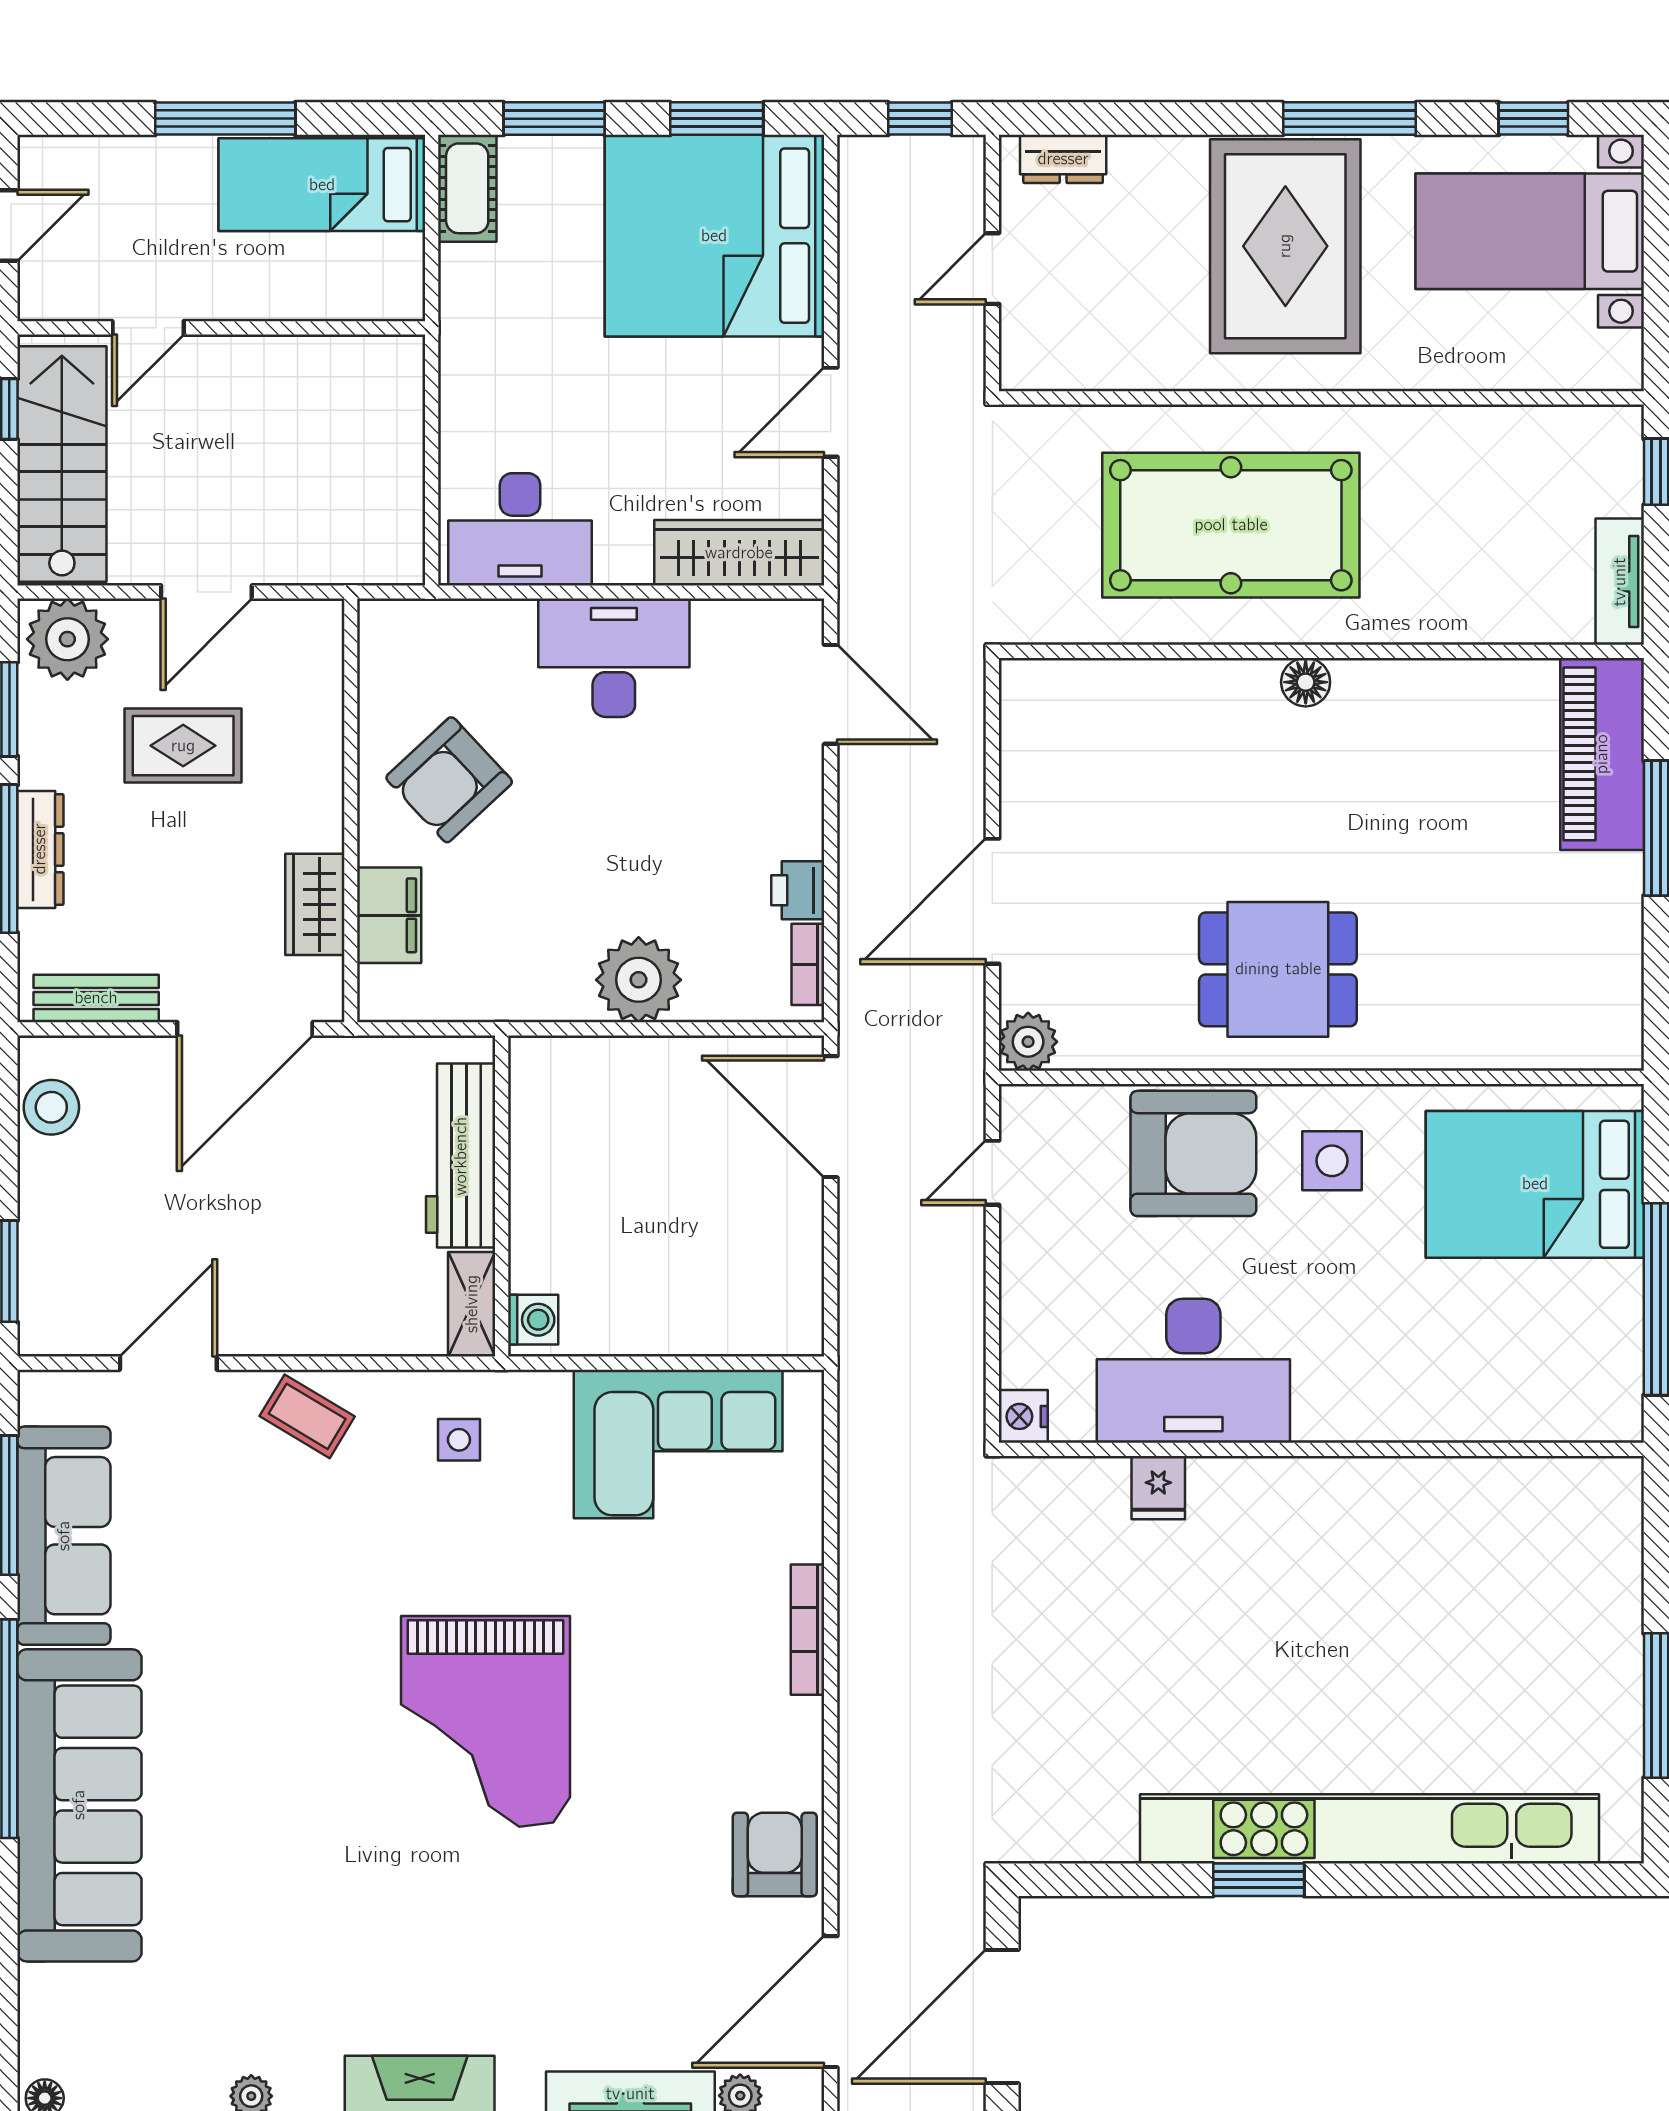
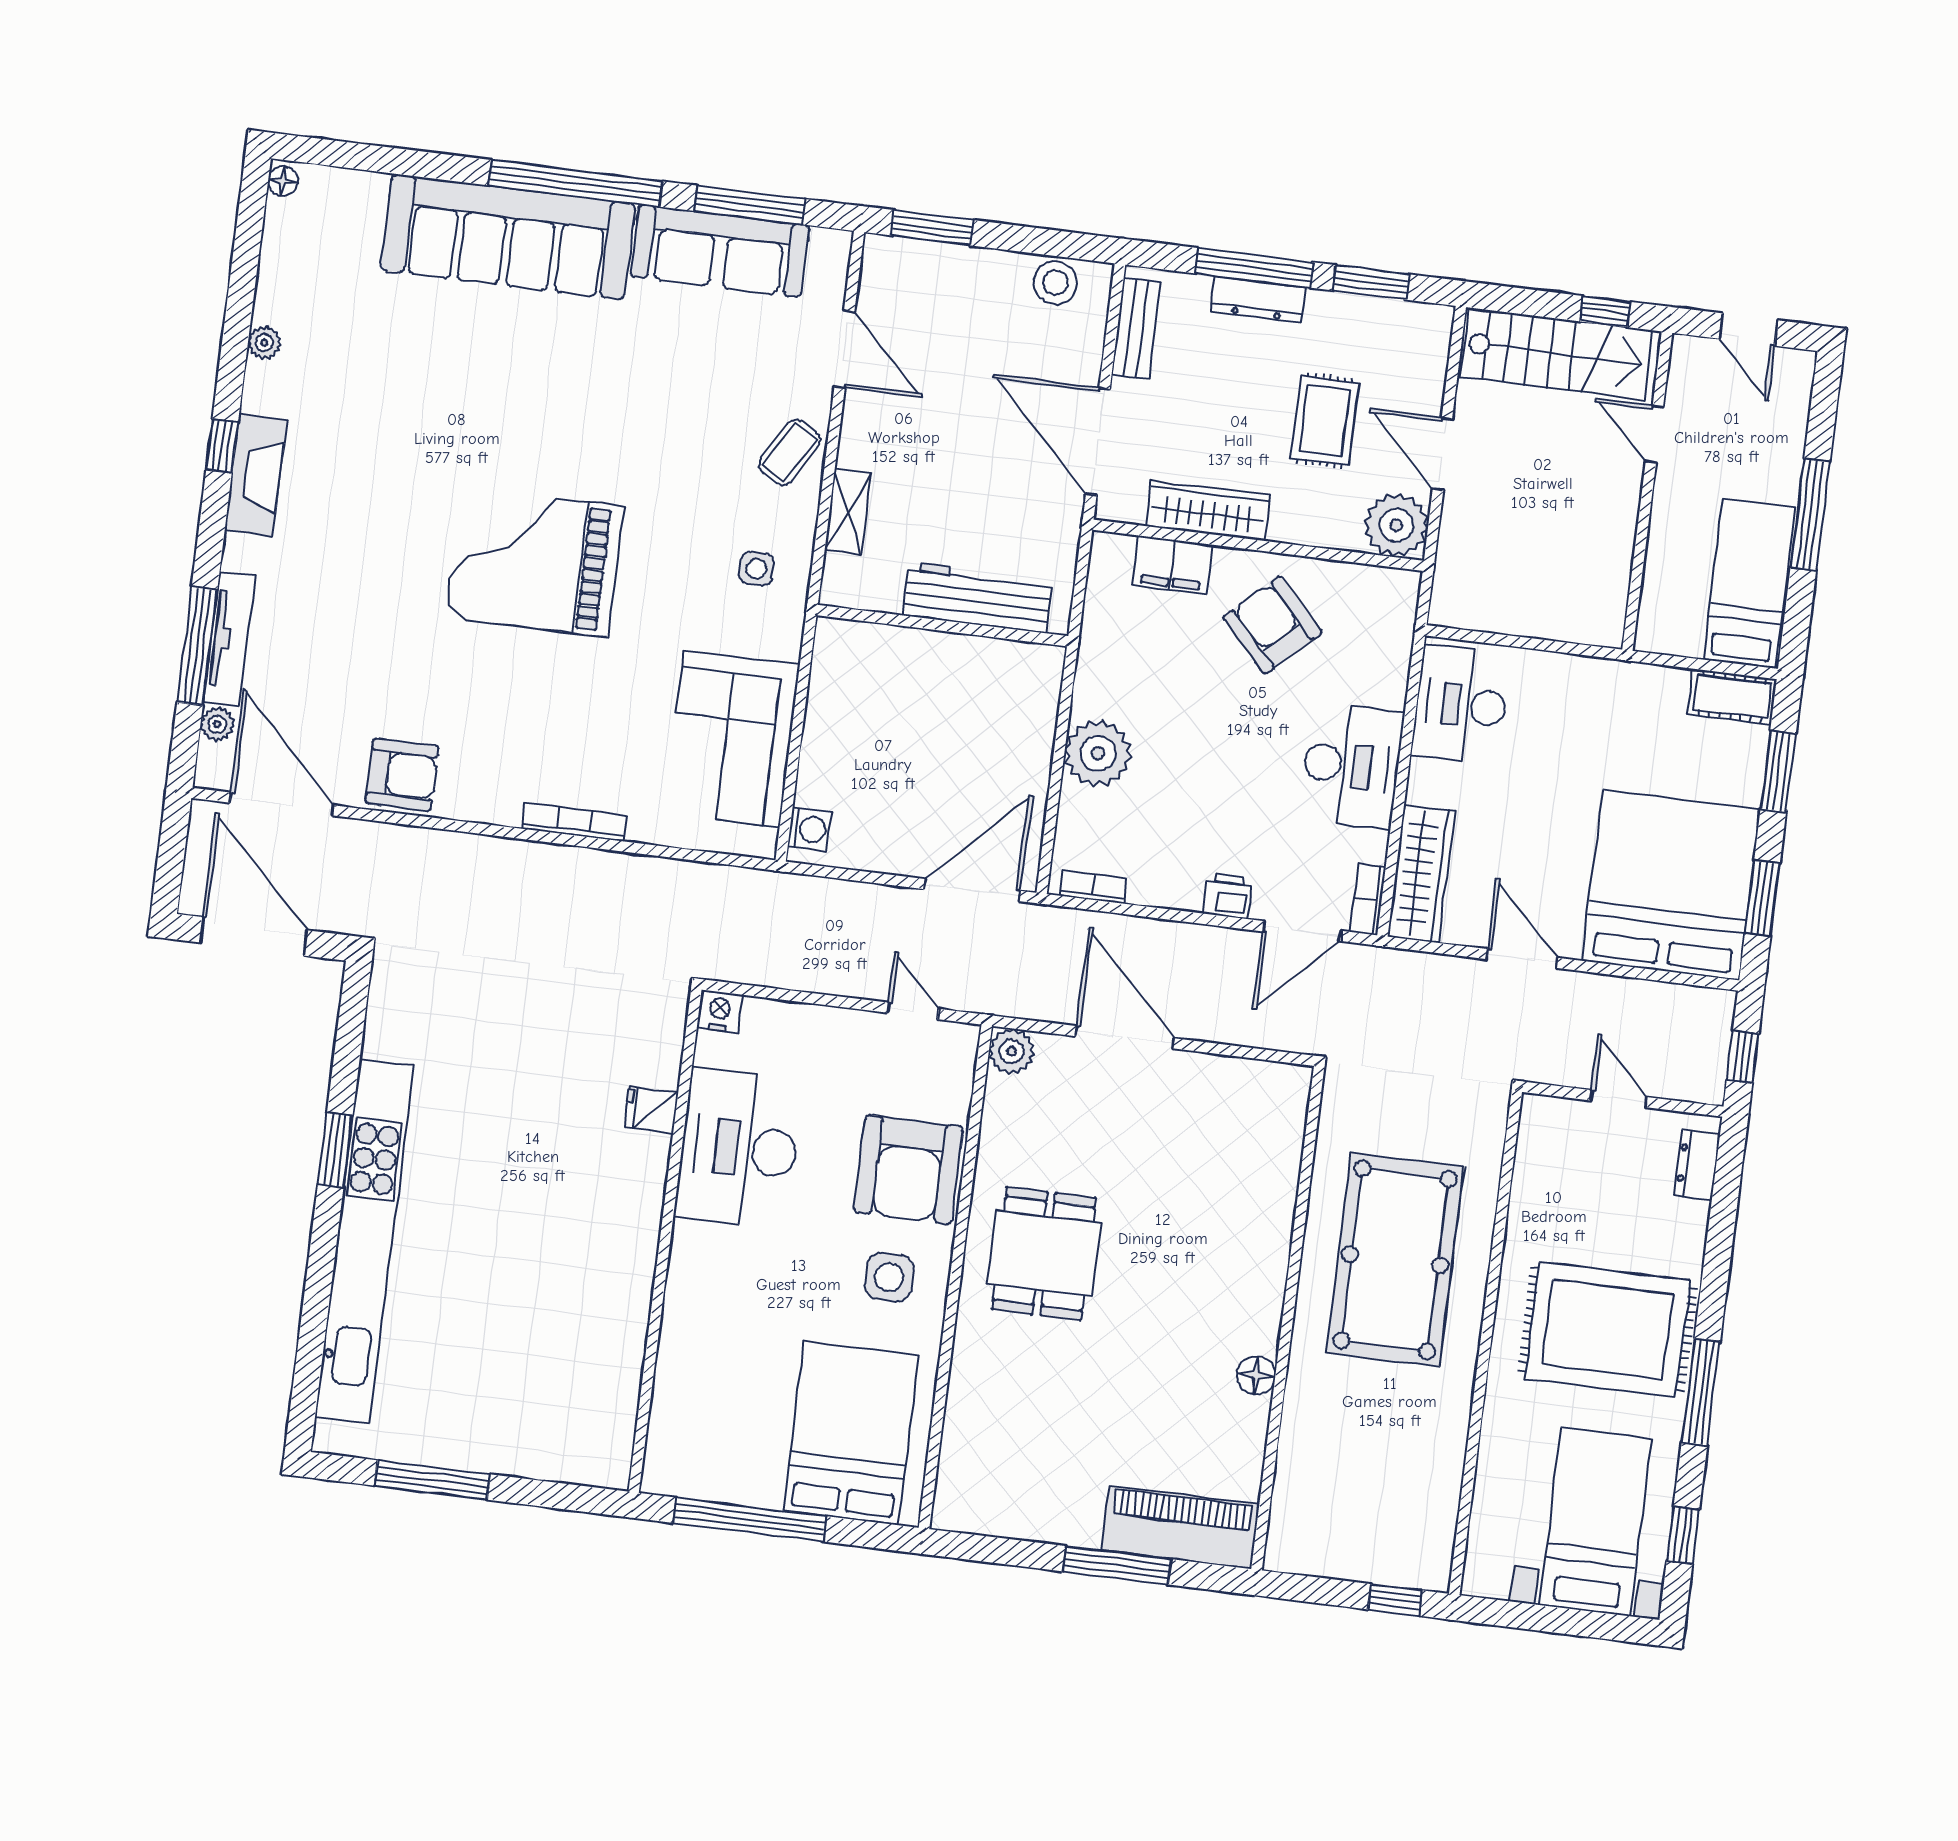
tv unit: (1620, 582) -> (1313, 1558), removed
bookcase: (780, 616) -> (1368, 899), added
plant: (67, 639) -> (1396, 525), moved
floor lamp: (1306, 682) -> (1256, 1375), moved
printer: (798, 890) -> (1228, 896), moved
wardrobe: (315, 904) -> (1208, 511), width x1.50
shelving: (472, 1304) -> (848, 512), moved, turned 90
washing machine: (533, 1320) -> (810, 829), moved, turned -90

